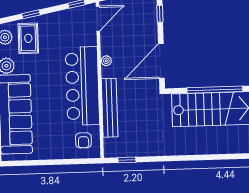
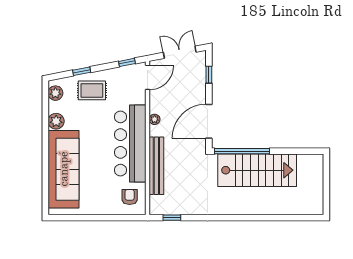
rug: (28, 38) -> (92, 90), moved, turned 90
window: (215, 90) -> (242, 151), moved
armchair: (83, 140) -> (130, 197), turned 180

